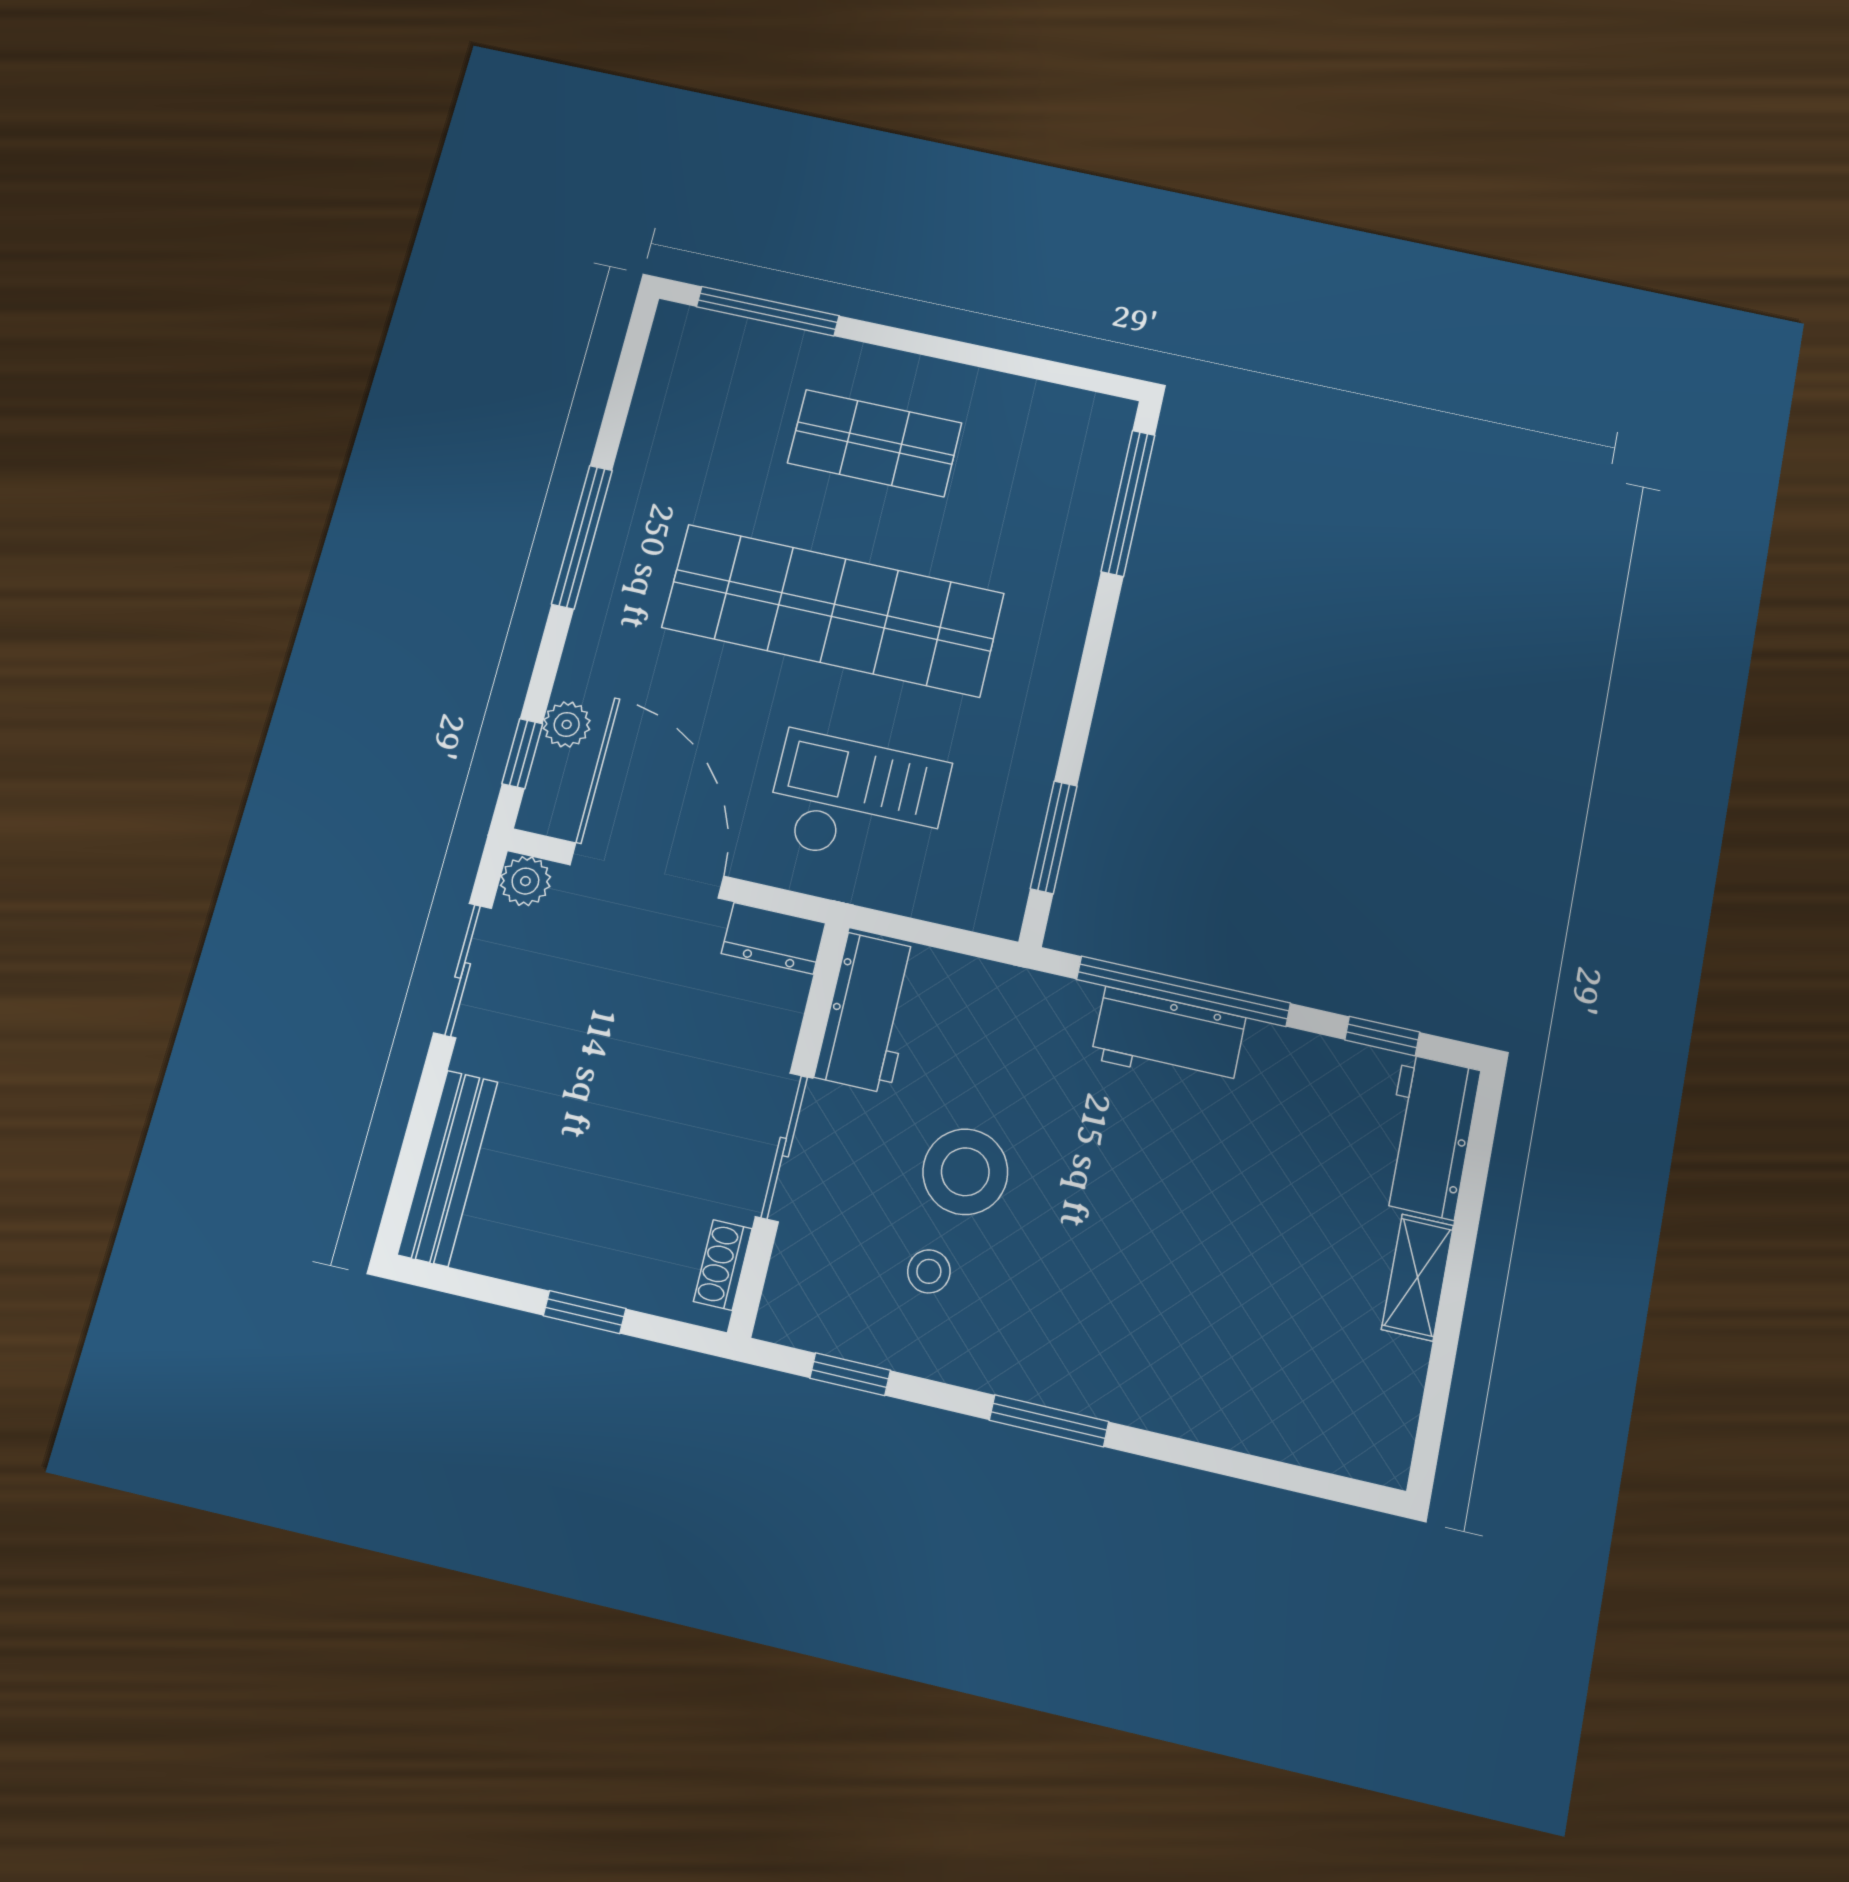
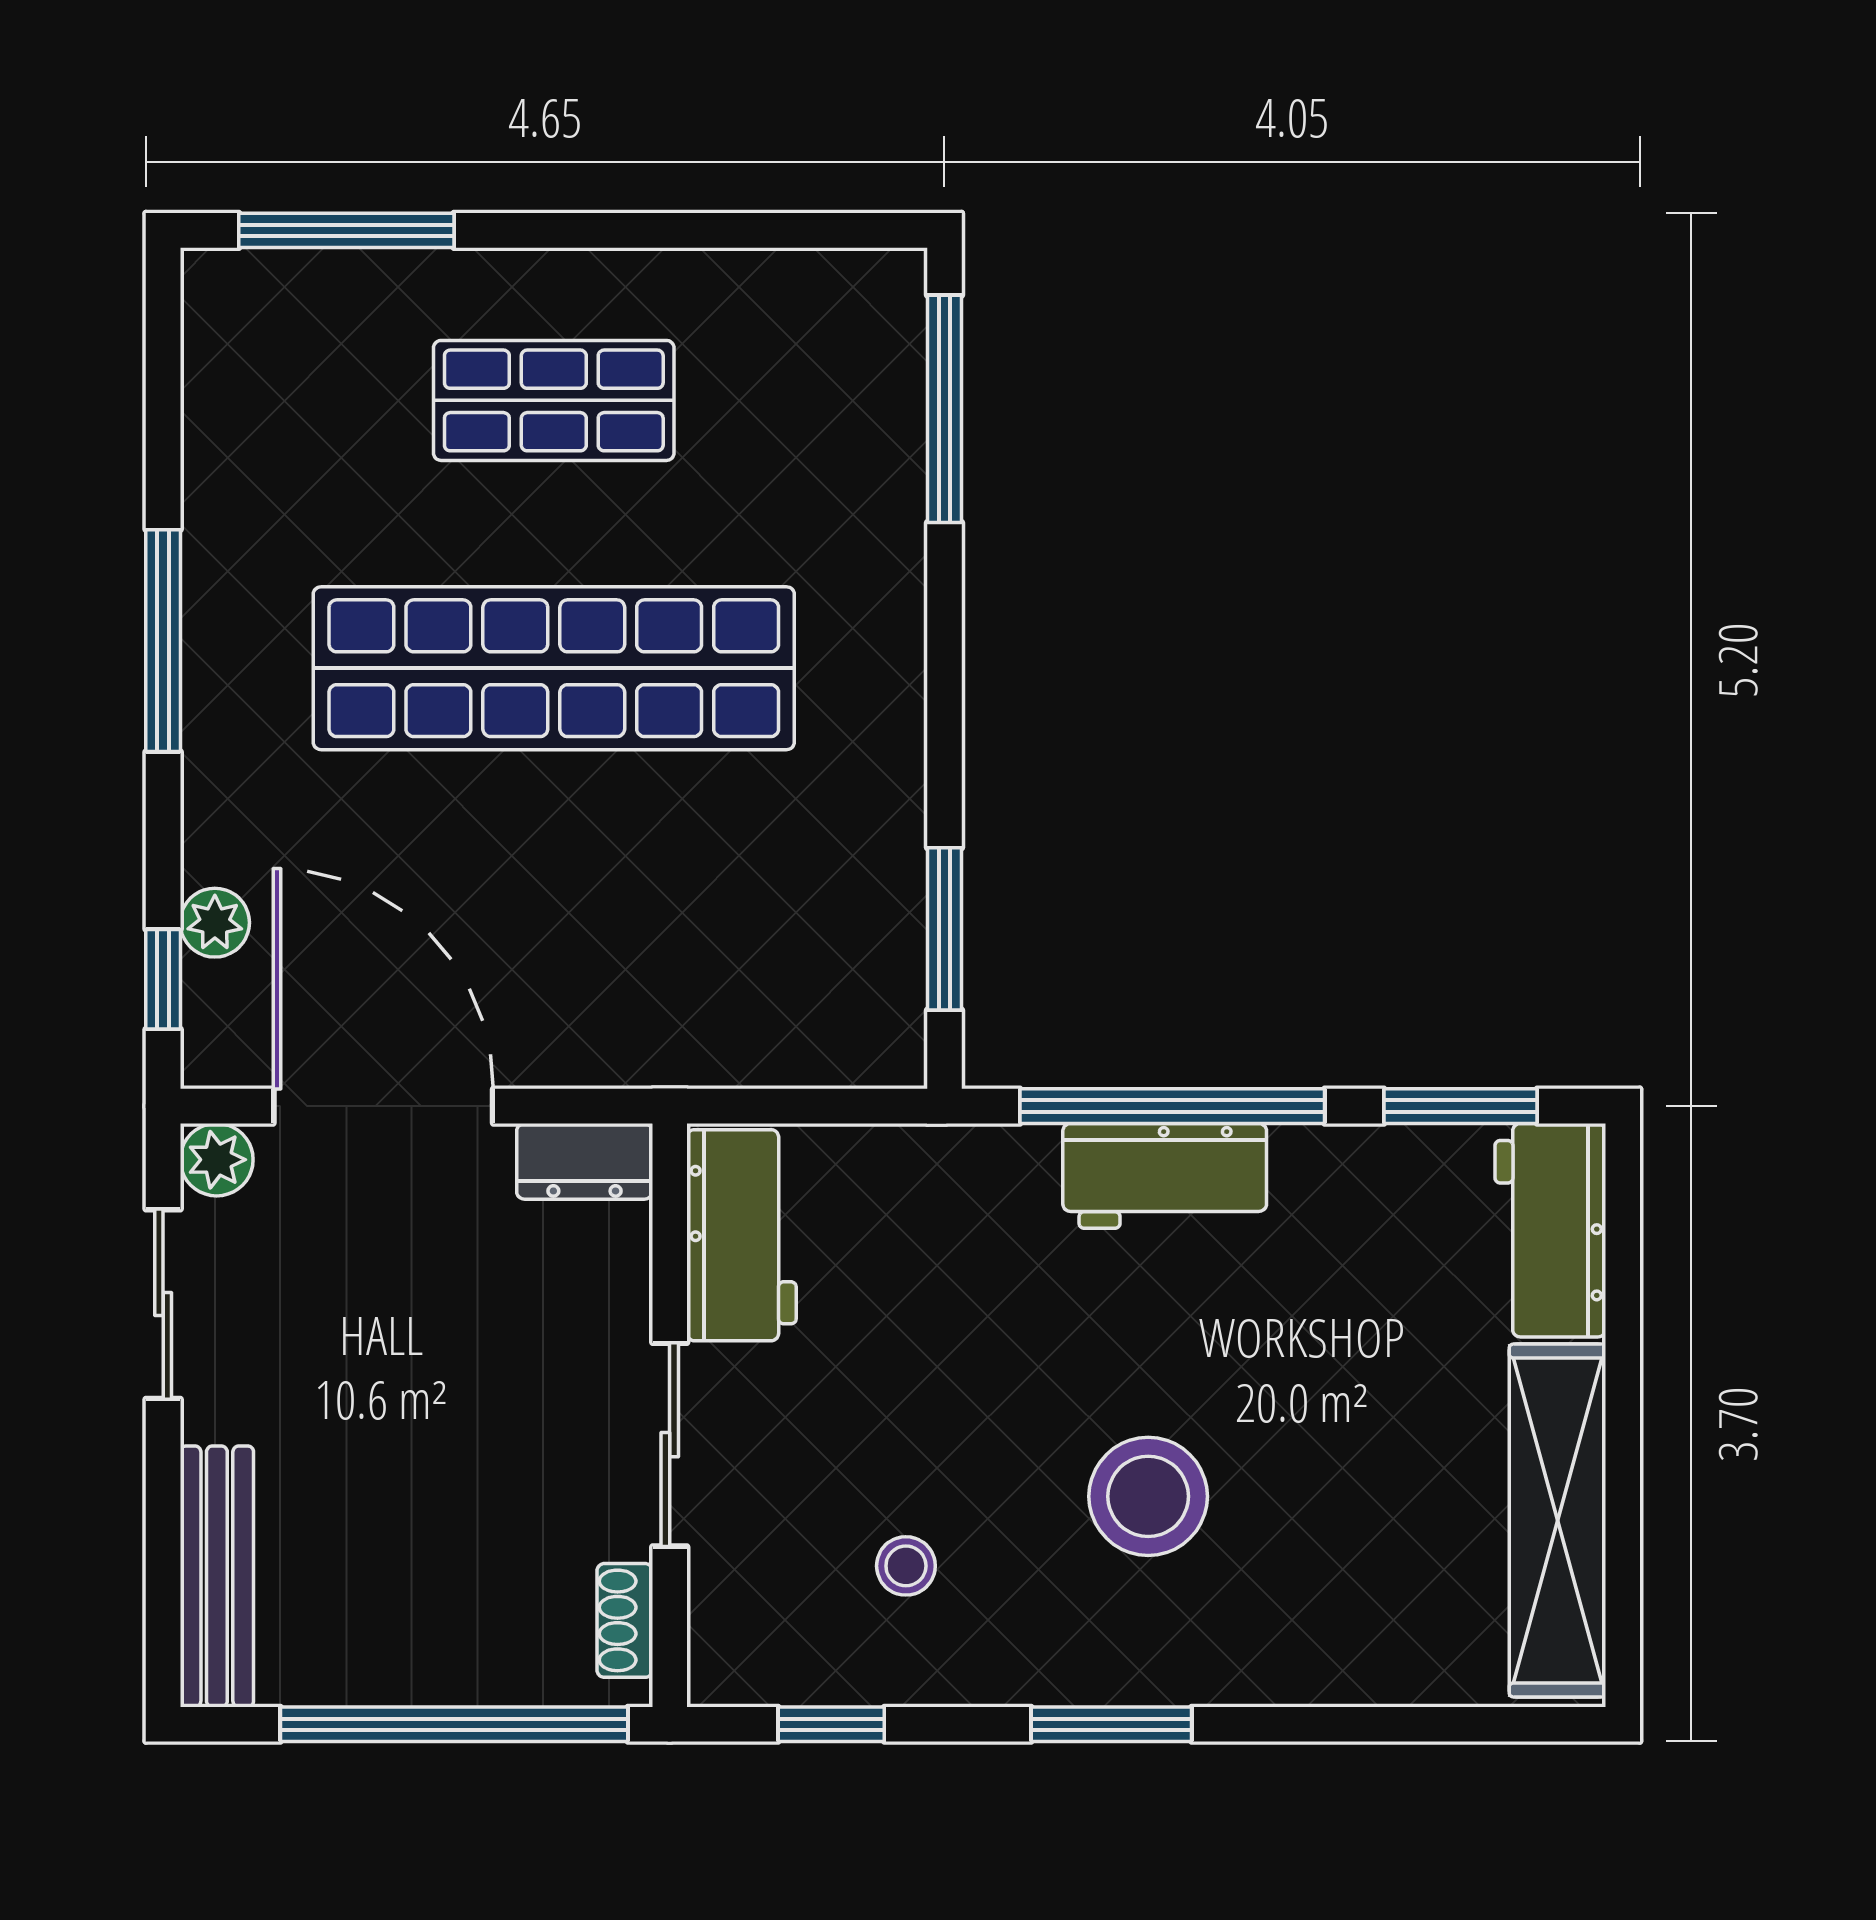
checkout: (857, 801) -> (655, 941), removed
window: (1382, 1036) -> (1461, 1106), width x1.50
stool: (965, 1172) -> (1148, 1496), moved
shelving: (1417, 1277) -> (1557, 1520), width x2.20, depth x1.33
window: (585, 1312) -> (454, 1724), width x3.17

